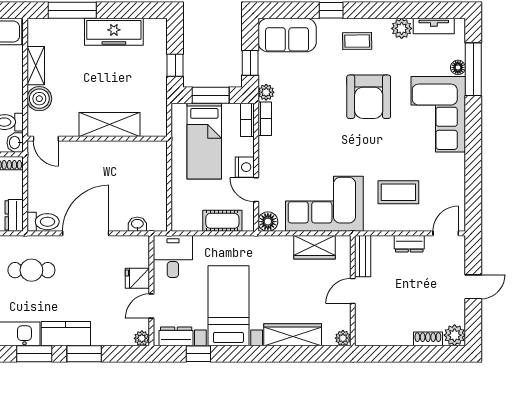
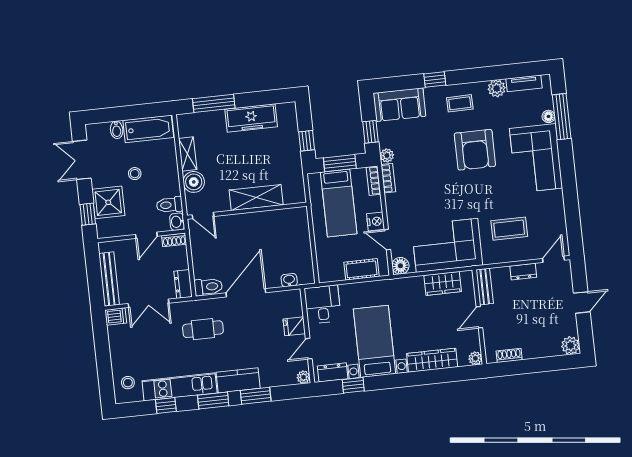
shoe rack: (428, 339) -> (509, 355), moved

